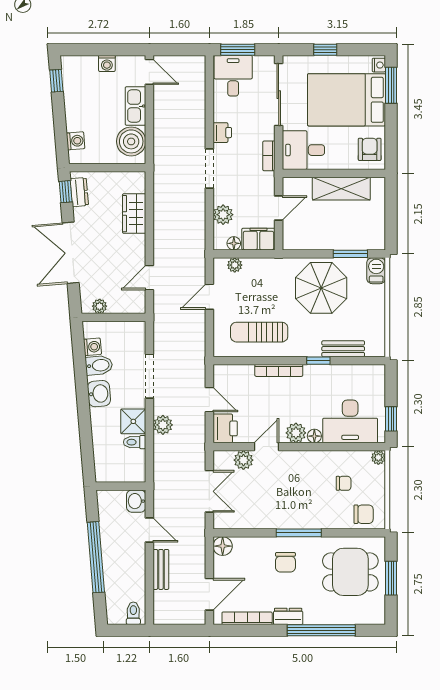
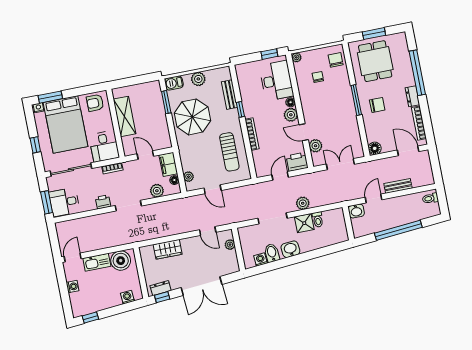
plant: (100, 306) -> (230, 245), moved
plant: (375, 308) -> (198, 79), added

